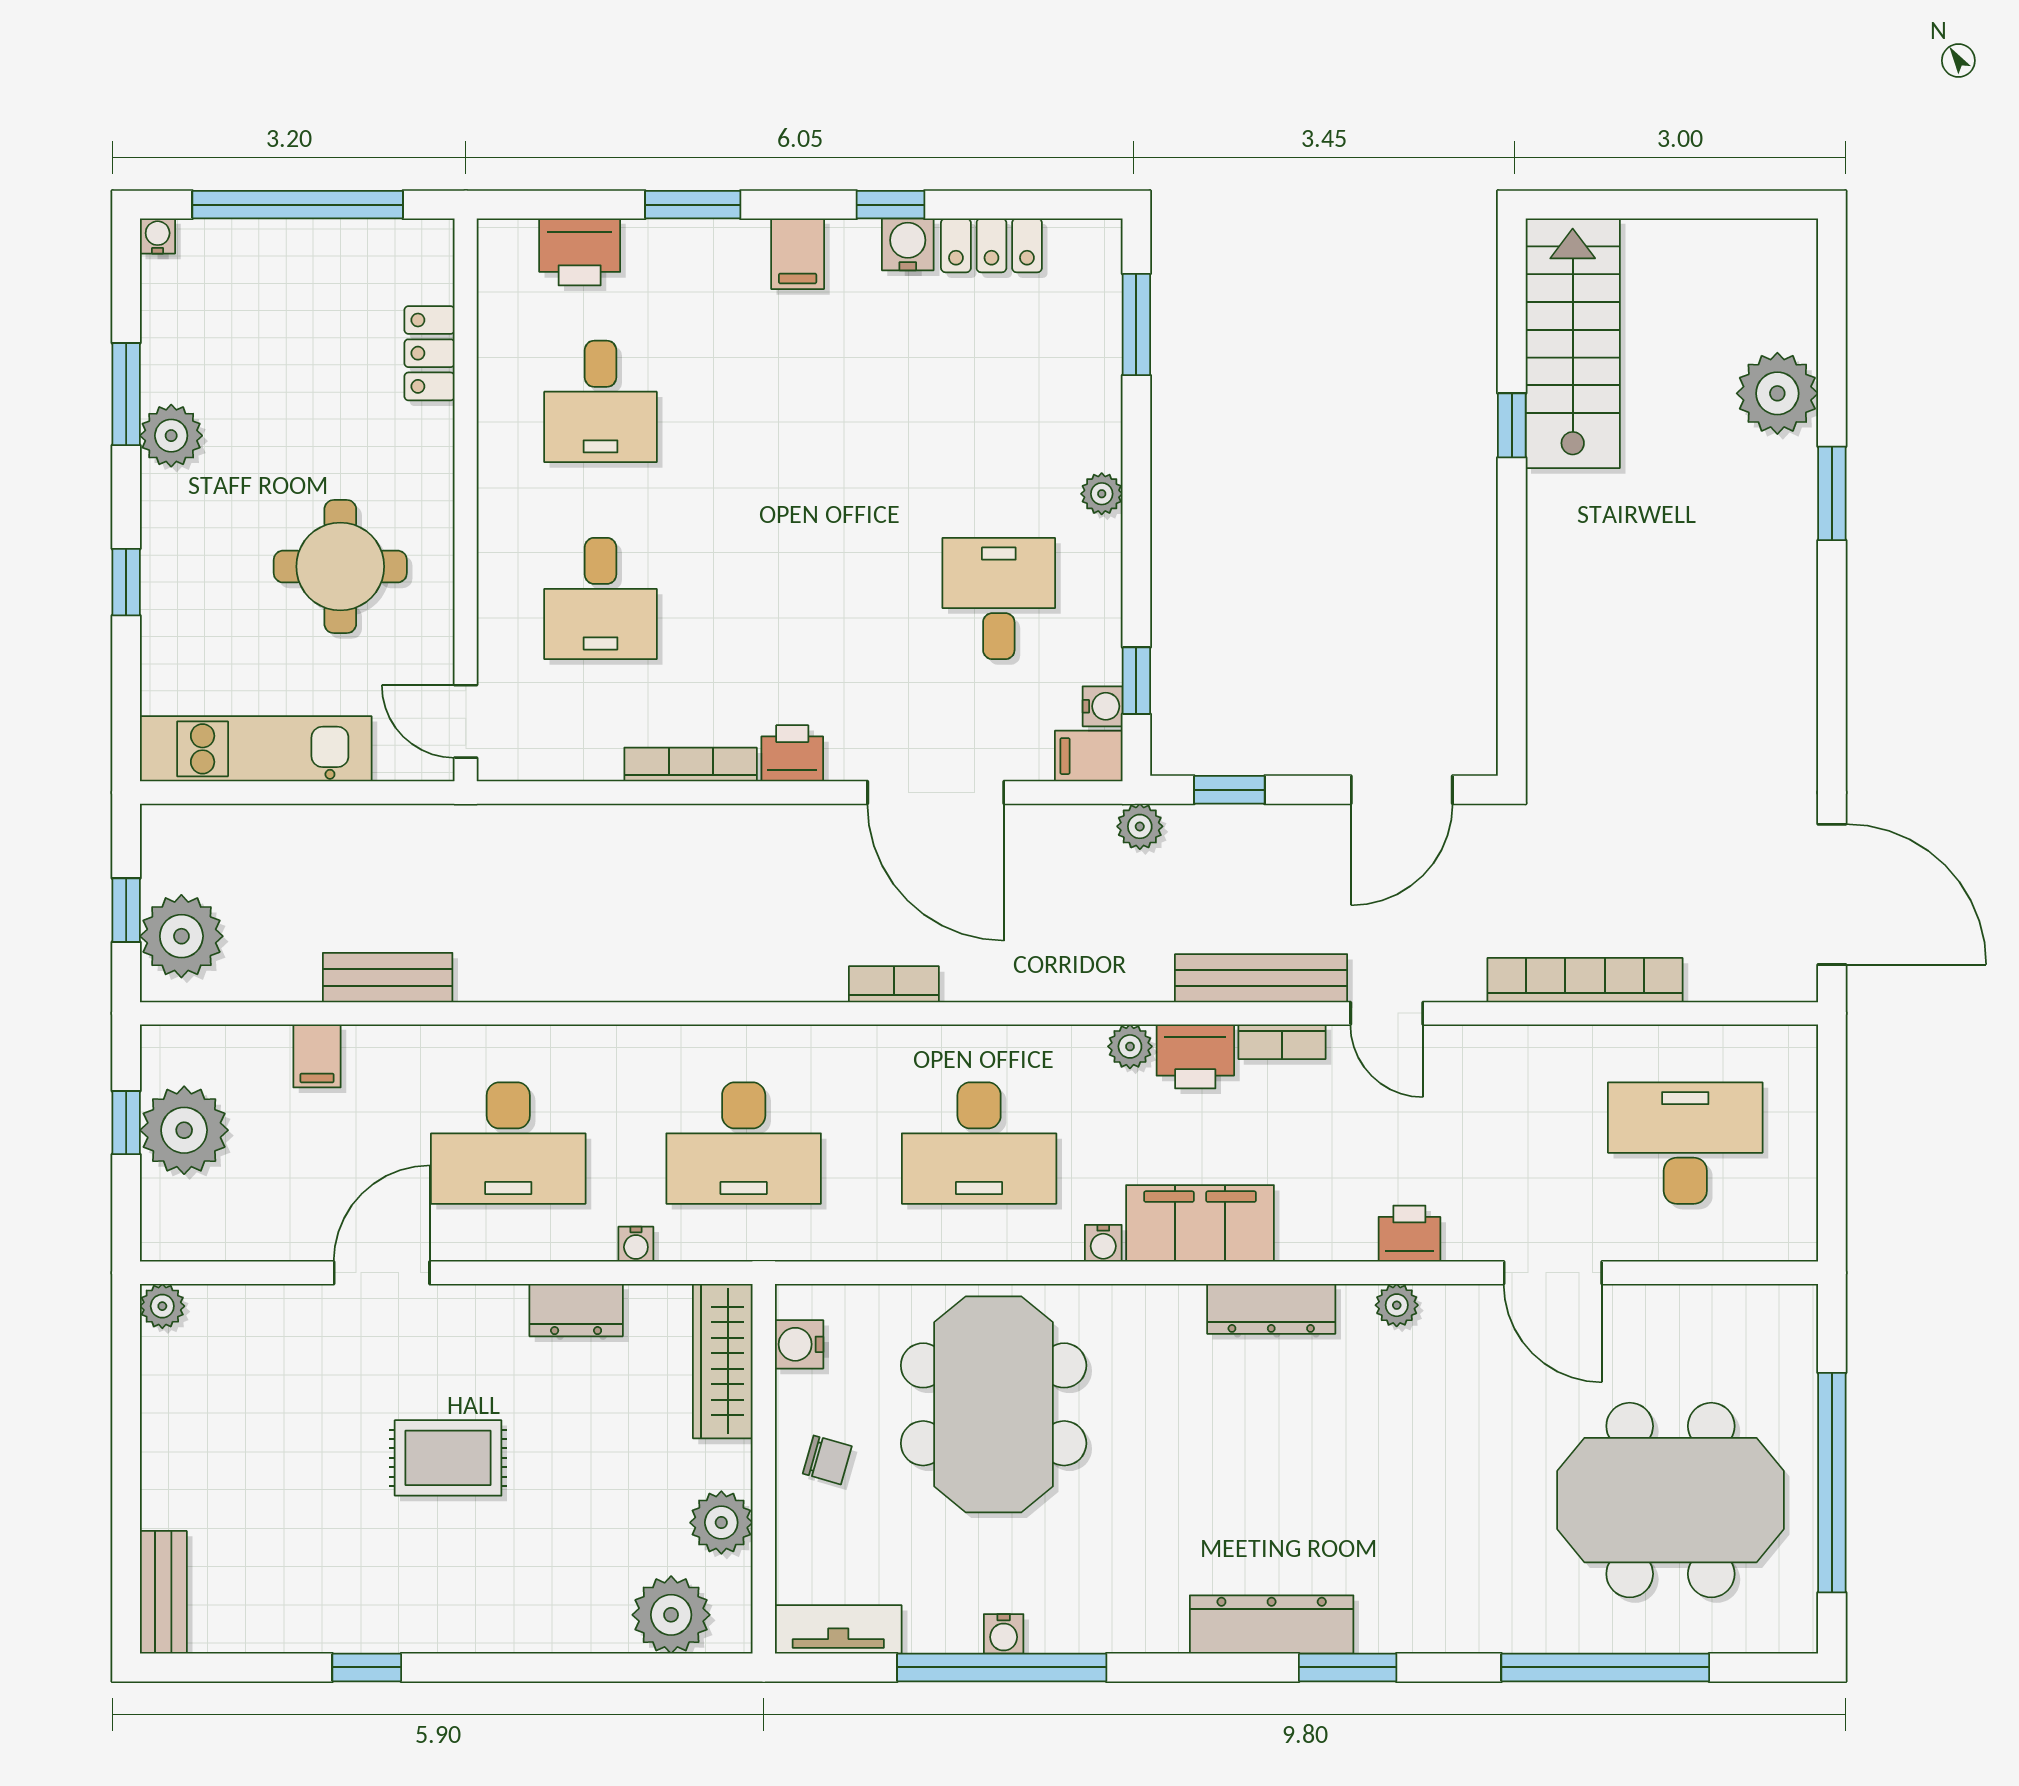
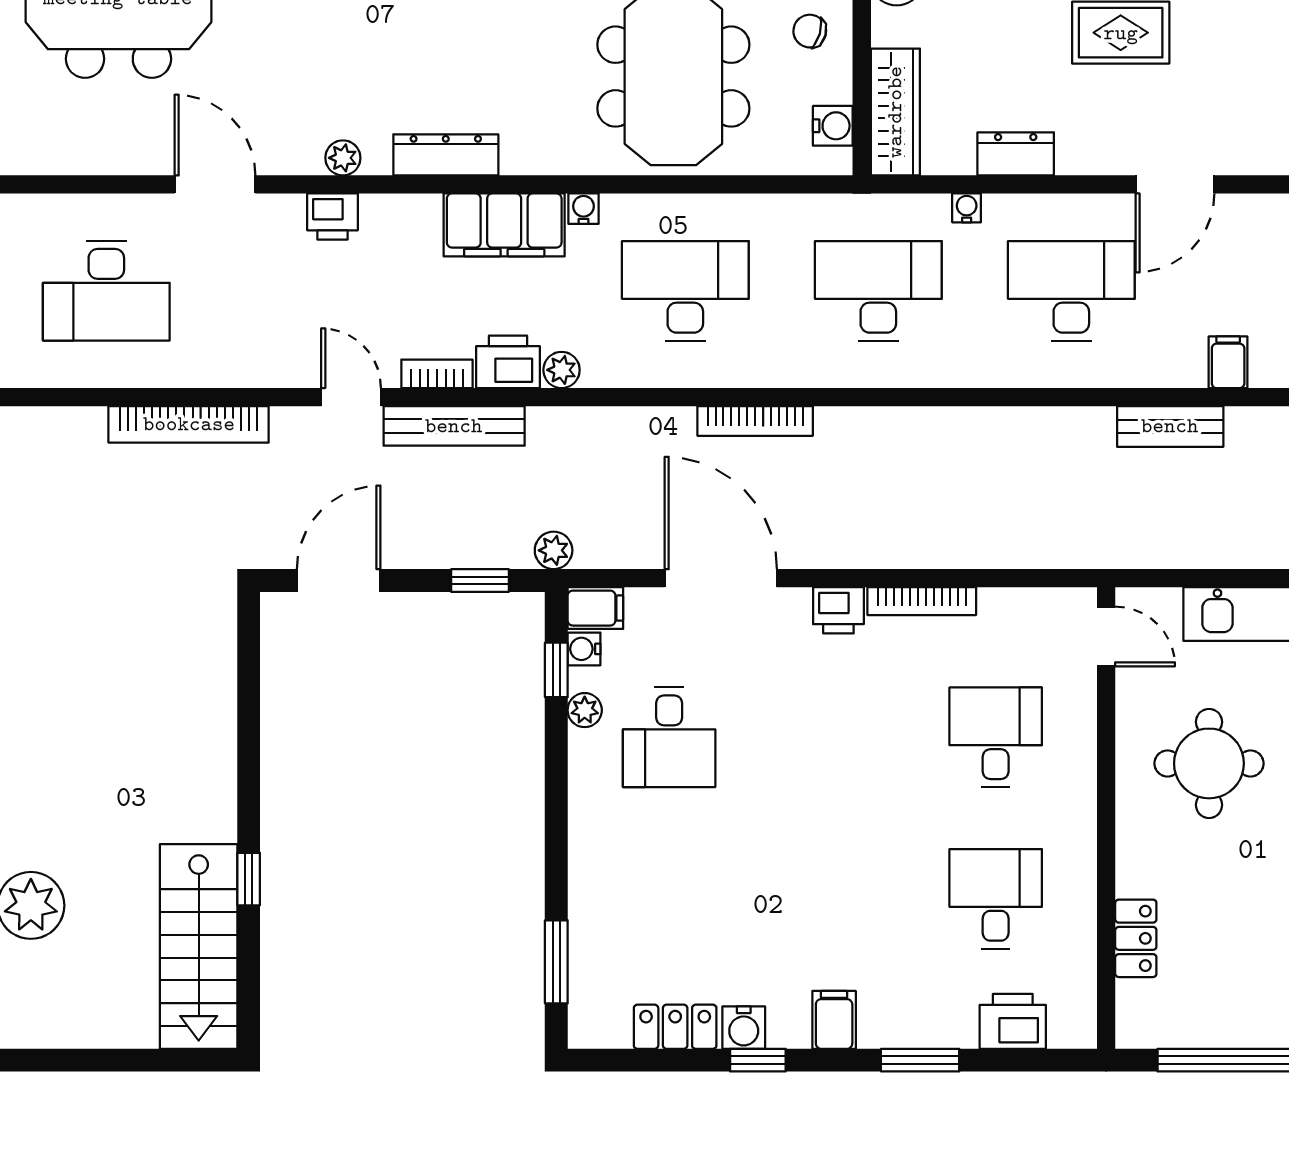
plant: (1102, 494) -> (585, 710), moved
bookcase: (894, 984) -> (755, 421), width x1.56

